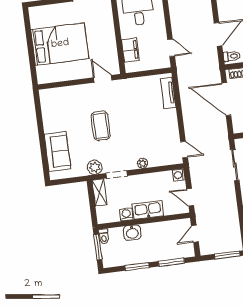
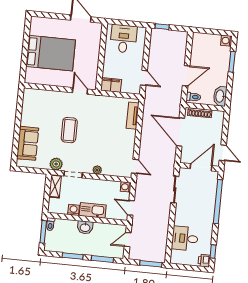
filing cabinet: (130, 50) -> (111, 85), moved, turned -90
washbasin: (132, 233) -> (85, 227), moved

